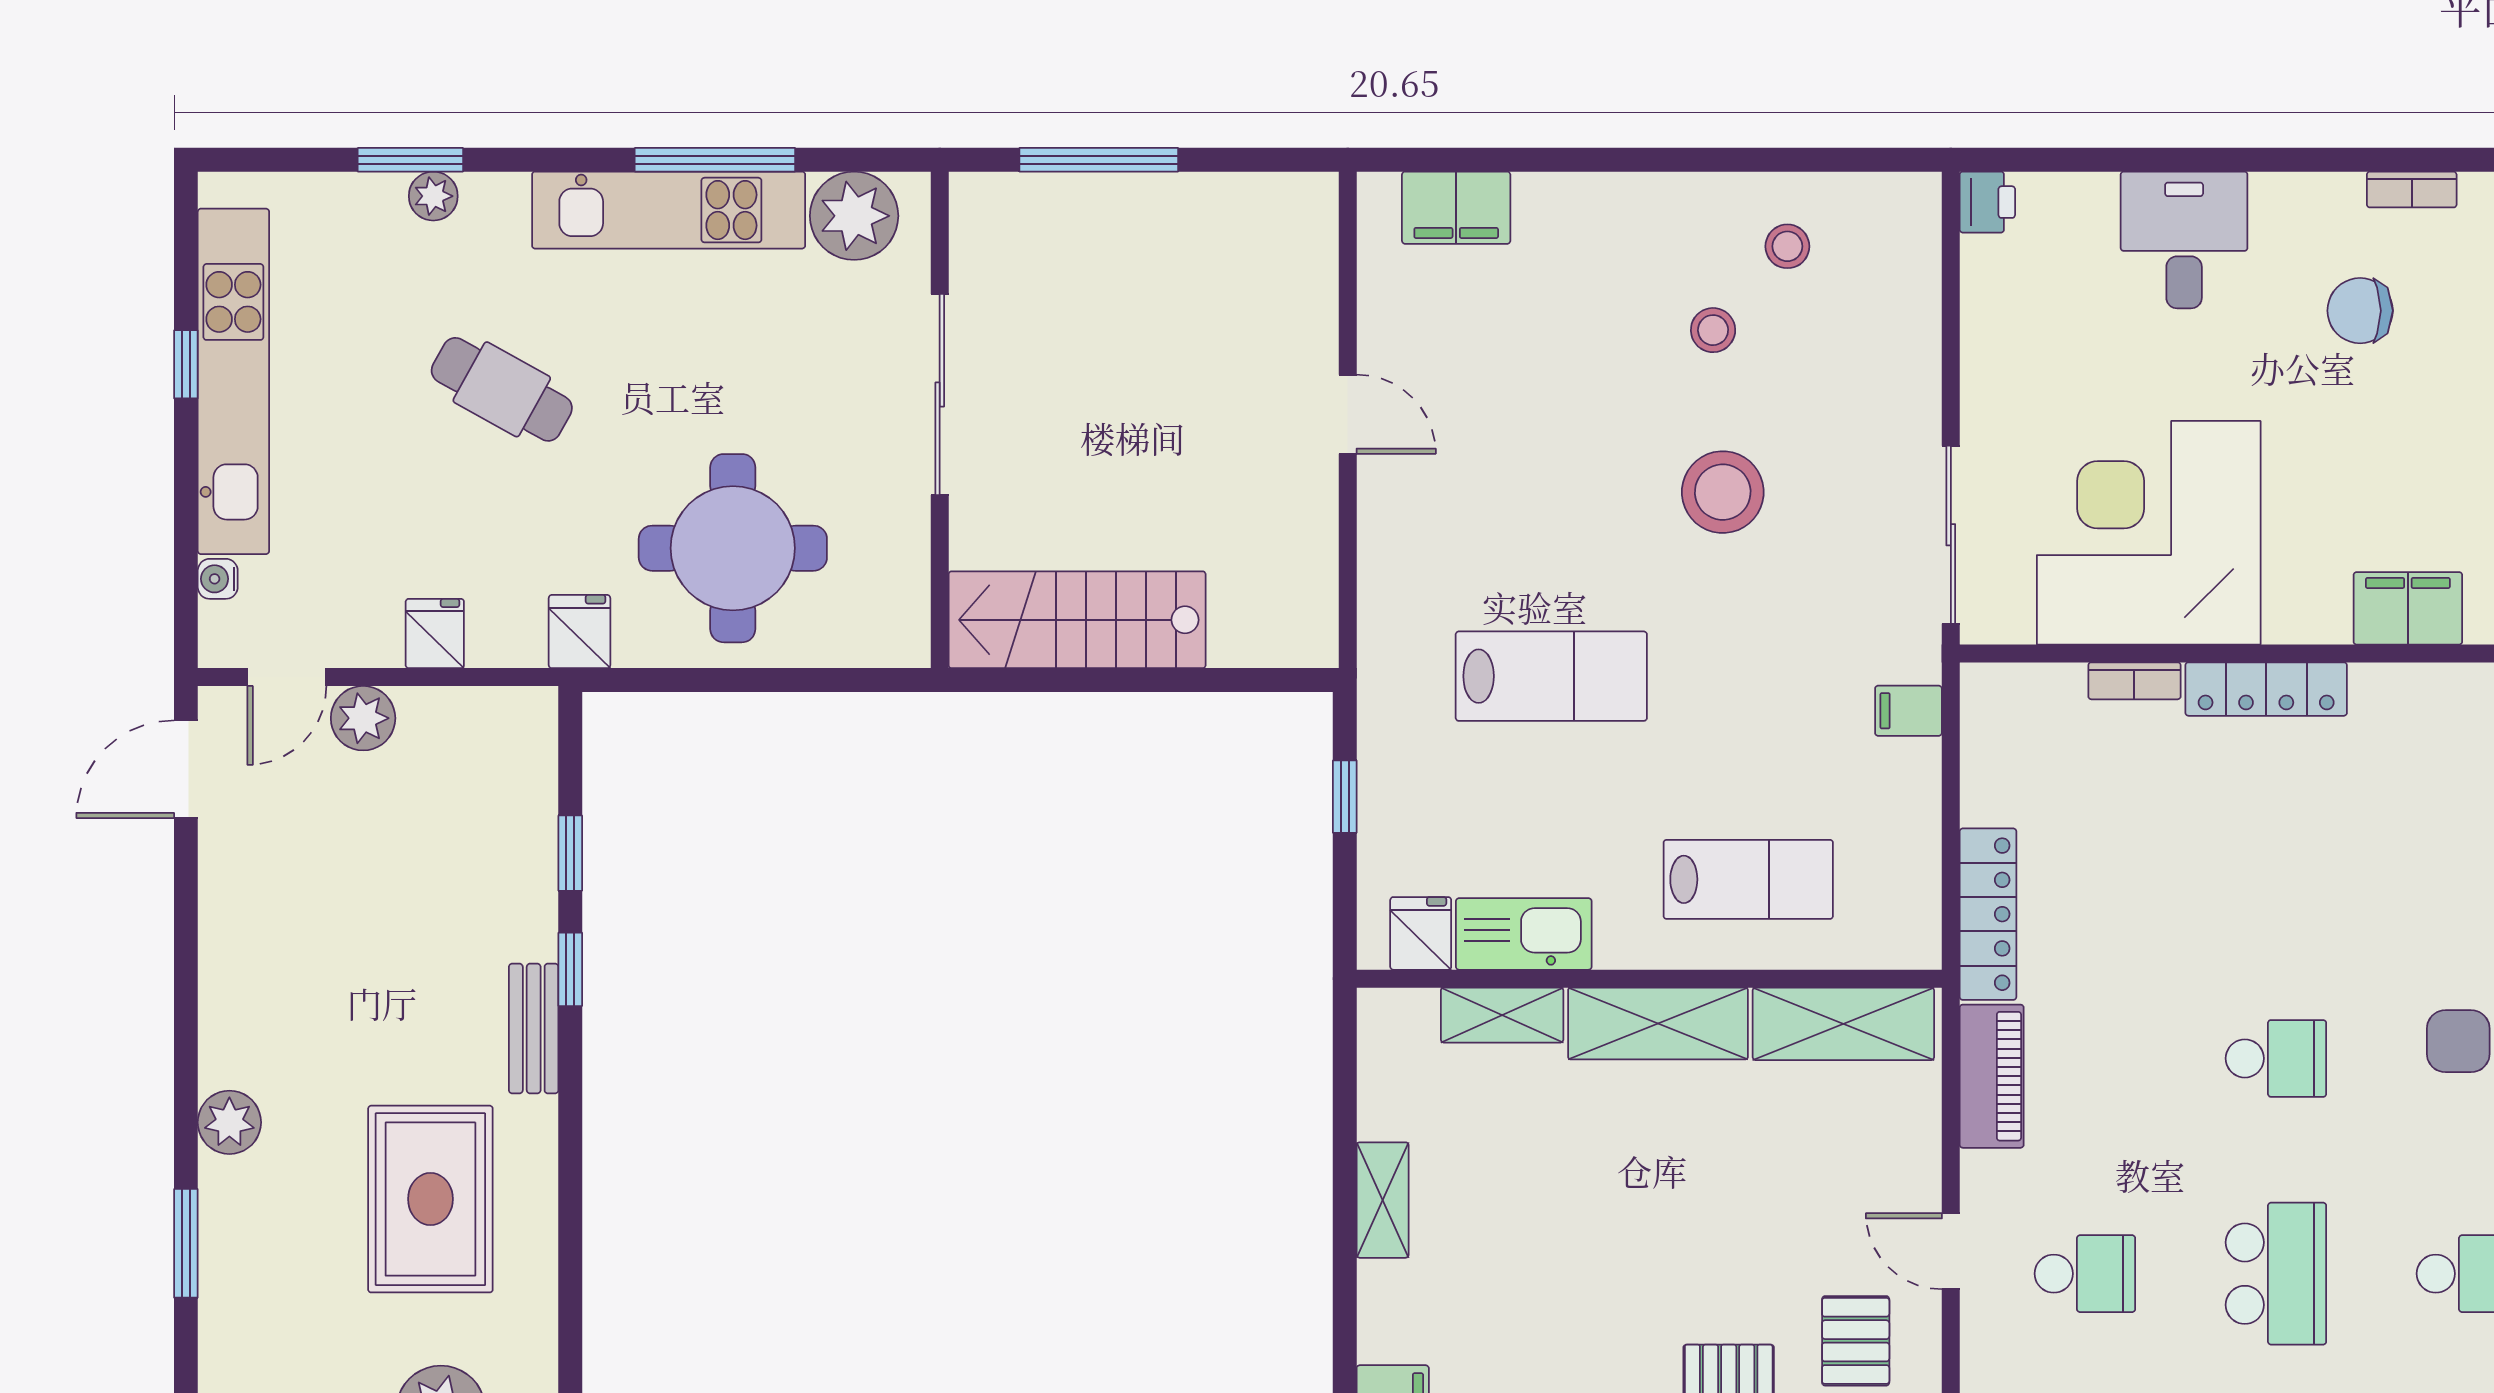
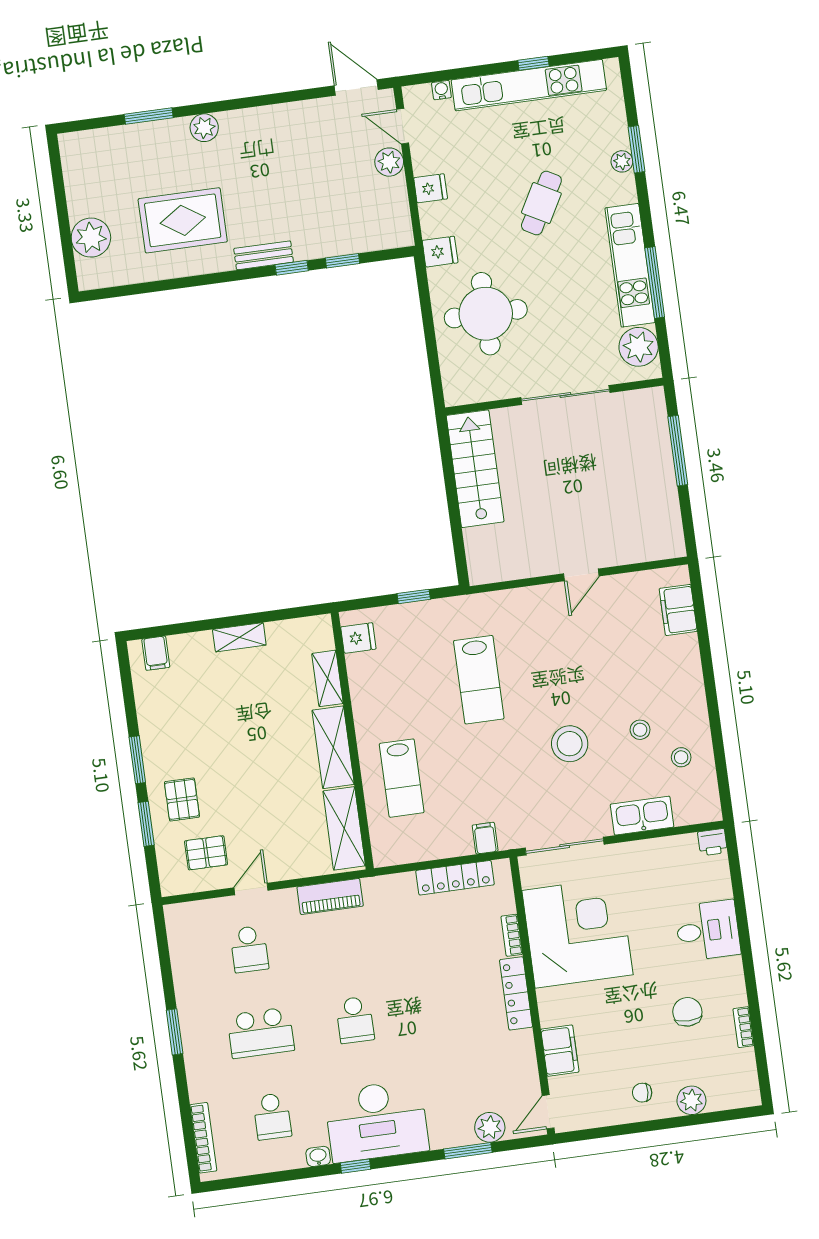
locker: (1988, 914) -> (455, 878), moved
kitchen sink: (1524, 934) -> (642, 816), moved, turned -90

